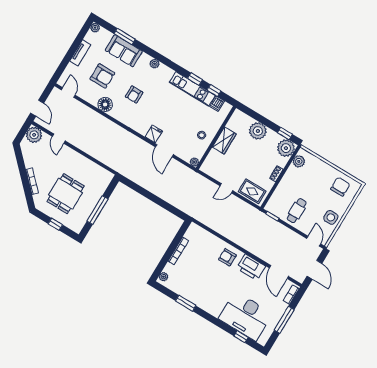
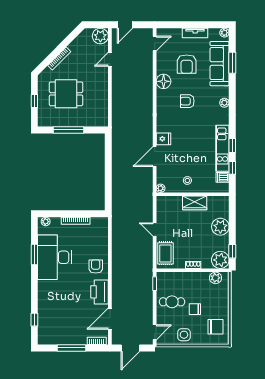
sofa: (124, 51) -> (220, 64), width x1.36
chair: (315, 195) -> (195, 309), added
desk: (246, 316) -> (54, 257), moved

